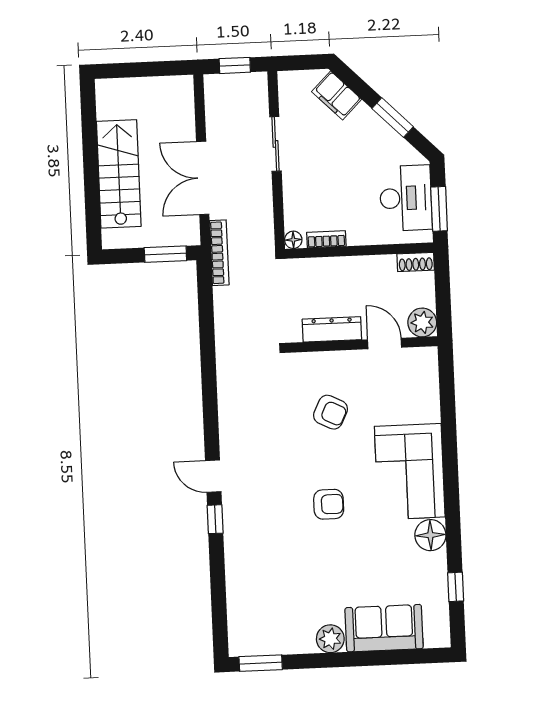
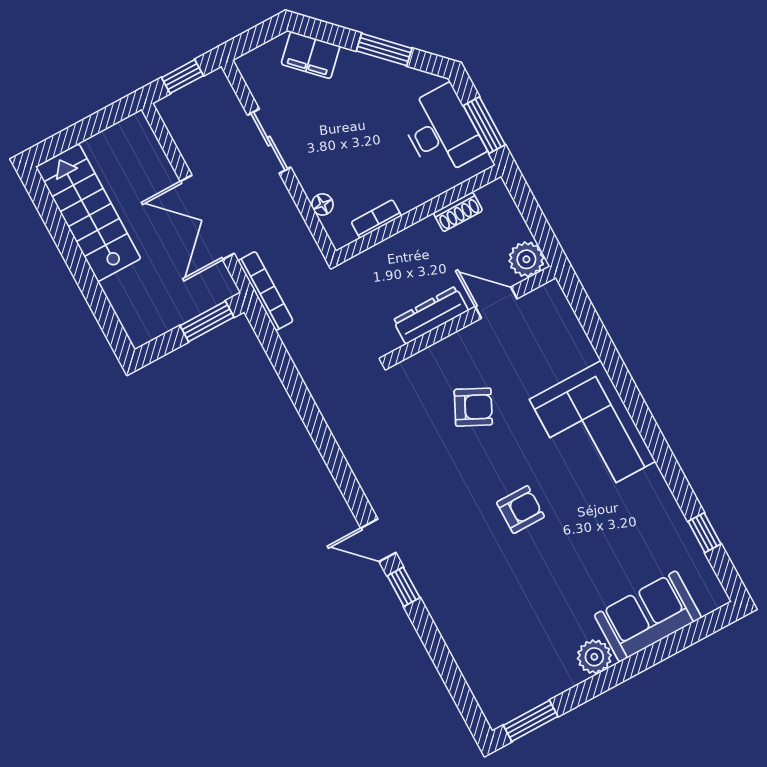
stairs: (119, 174) -> (88, 213), moved
floor lamp: (293, 240) -> (322, 204), moved
shoe rack: (416, 262) -> (458, 212), moved
floor lamp: (430, 535) -> (649, 489), removed

